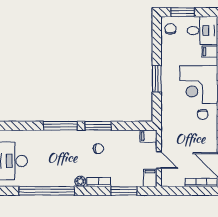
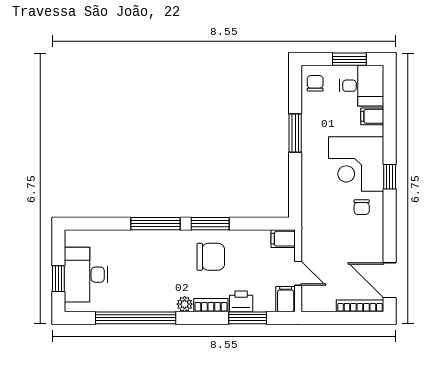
window: (182, 12) -> (349, 59), moved
window: (157, 79) -> (295, 133), moved
chair: (98, 149) -> (211, 257), width x1.87, depth x1.87
printer: (119, 179) -> (241, 301), added

